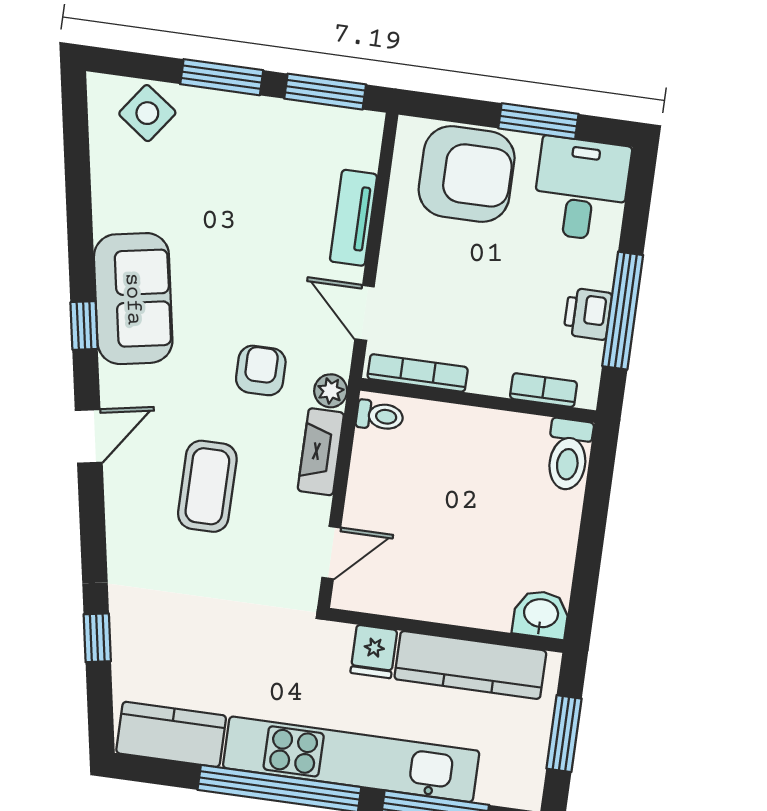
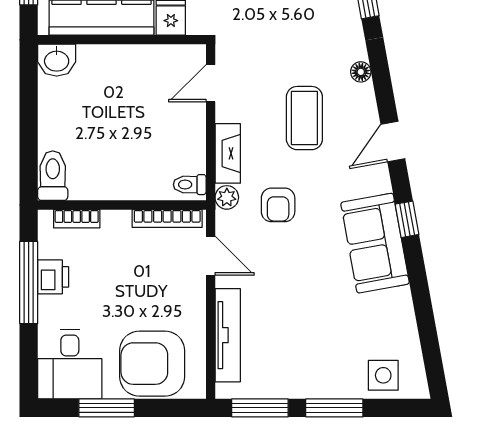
side table: (147, 113) -> (383, 375), turned -36
tv unit: (353, 218) -> (228, 335), width x1.41
floor lamp: (120, 540) -> (361, 72), added

